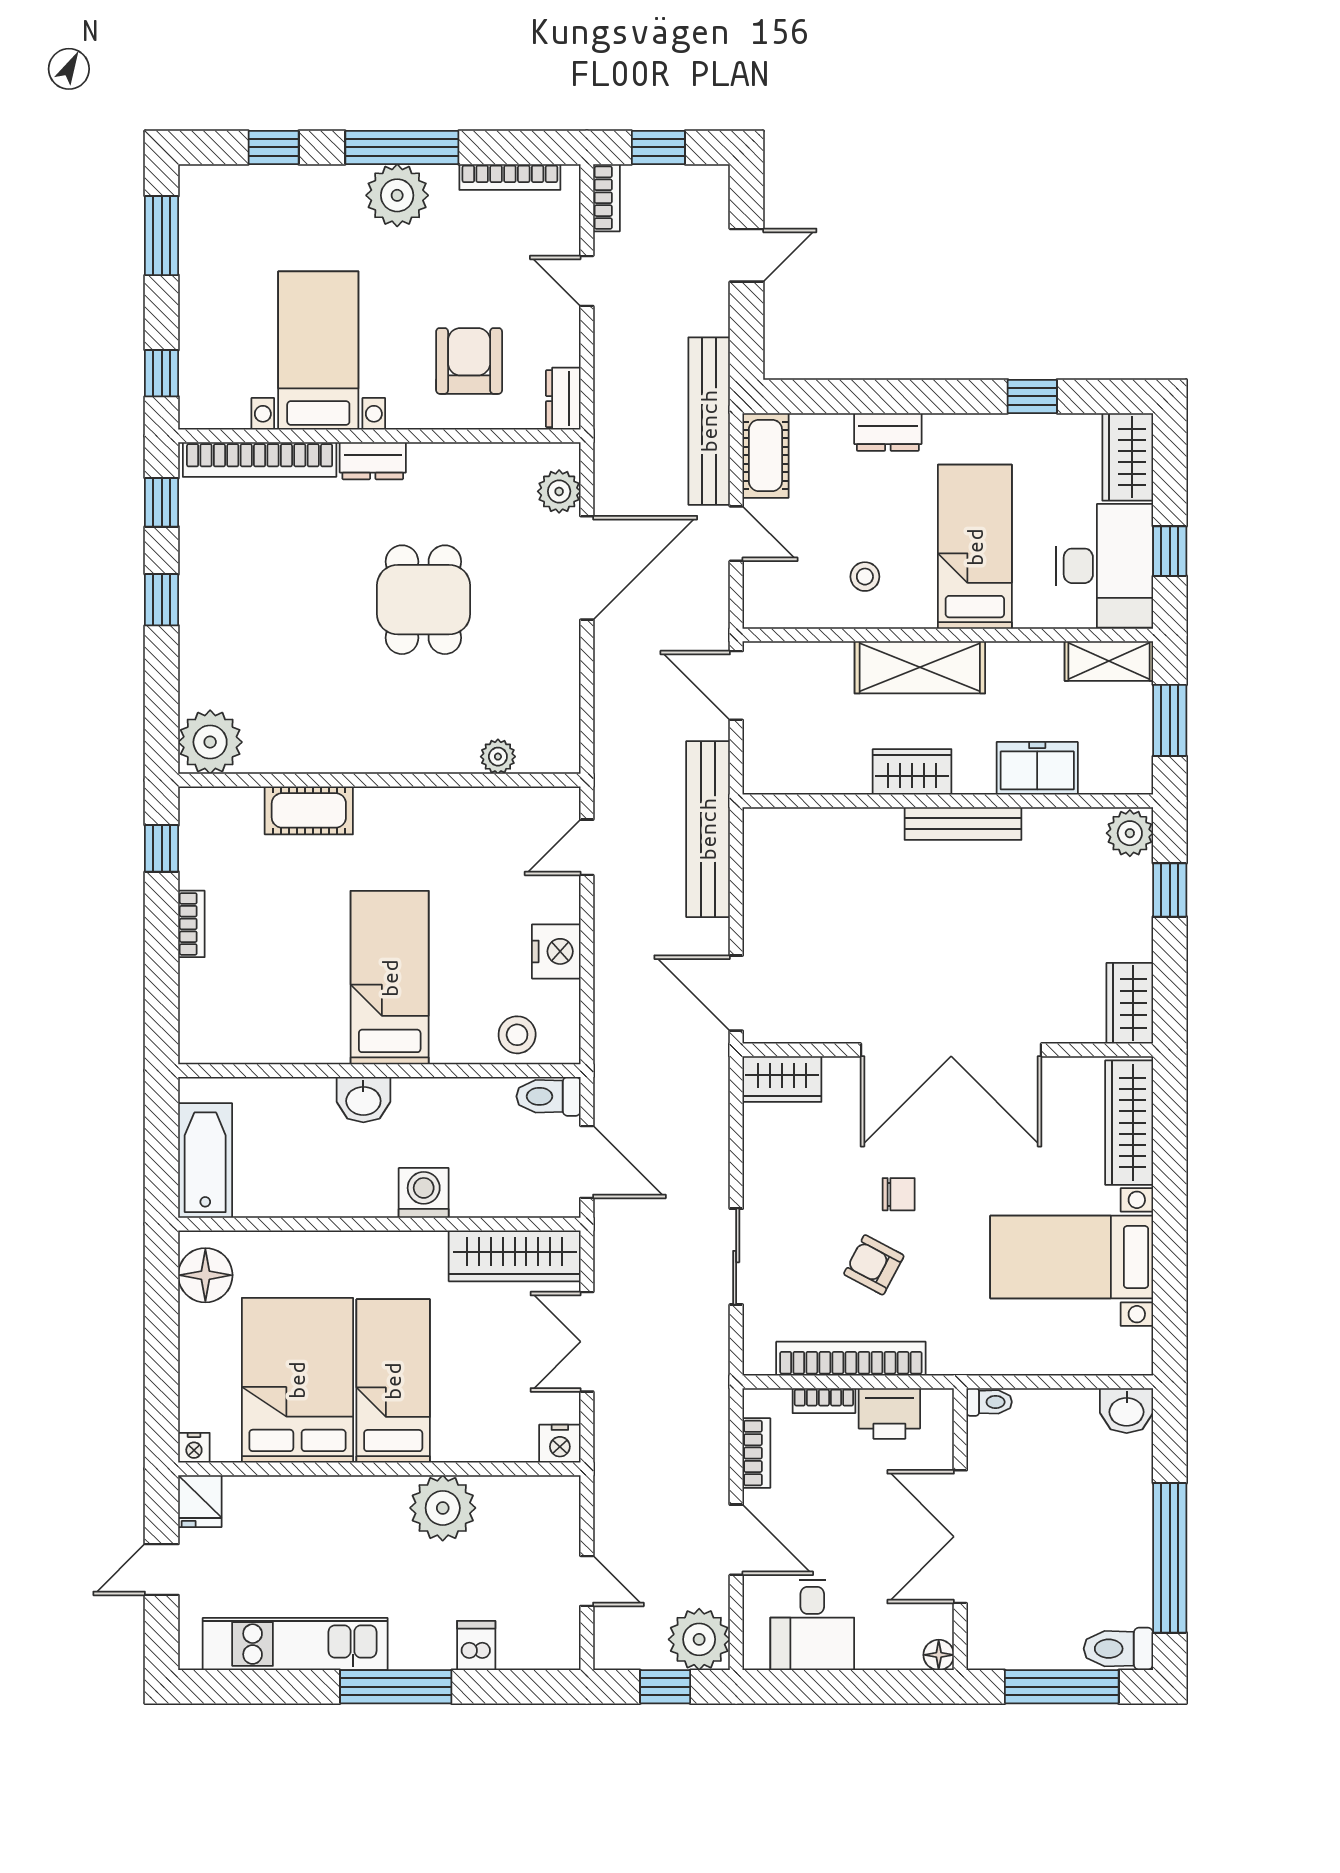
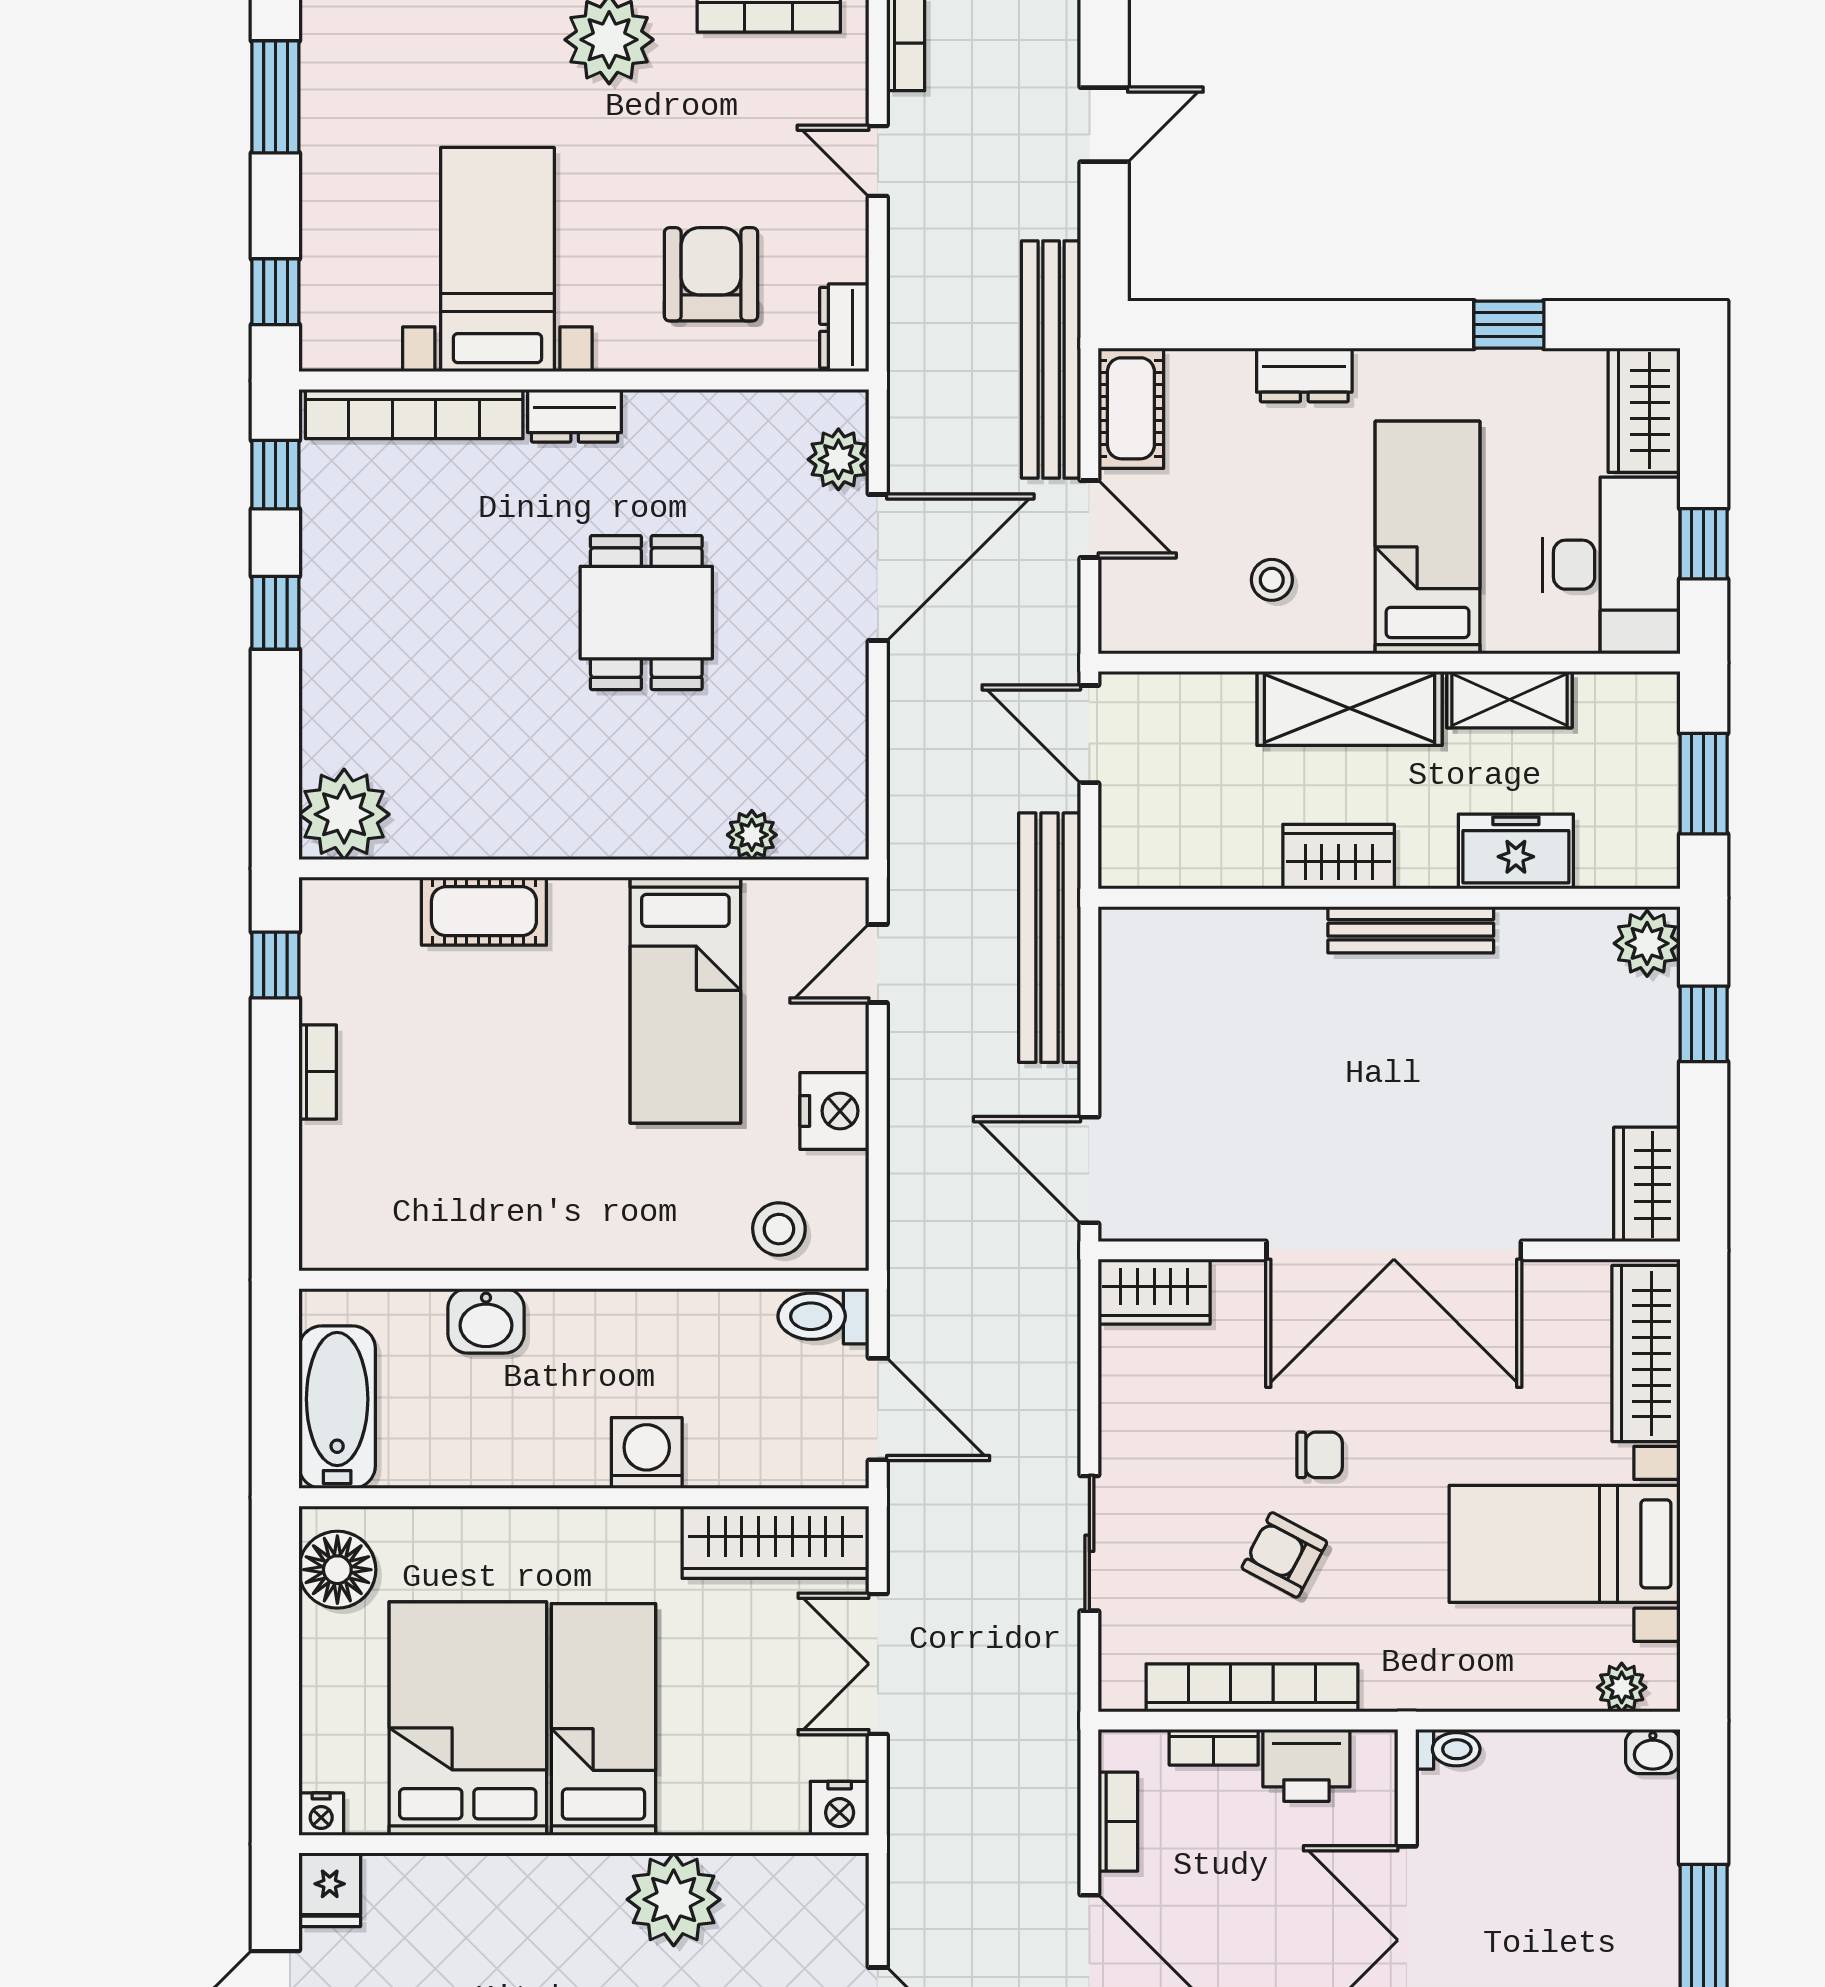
shelving: (1109, 661) -> (1509, 700), moved
bed: (390, 978) -> (685, 1000), moved, turned 180
washbasin: (363, 1100) -> (486, 1321), moved
plant: (1112, 1358) -> (1622, 1687), added
washbasin: (1127, 1411) -> (1653, 1752), width x0.72, depth x0.69

